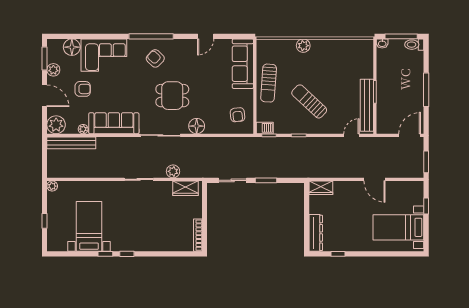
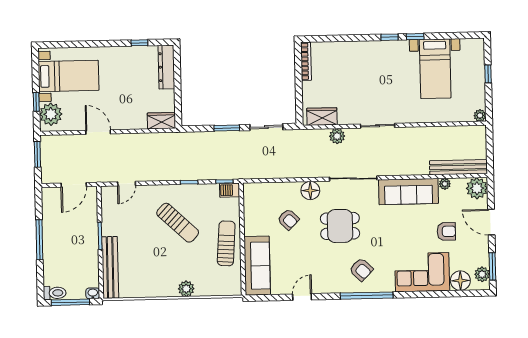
plant: (53, 70) -> (482, 274), moved
armchair: (83, 89) -> (446, 231), turned 180
bench: (367, 105) -> (110, 267), moved
armchair: (238, 115) -> (288, 219), moved, turned 141
door: (410, 135) -> (74, 185), moved
plant: (414, 195) -> (51, 114), added

